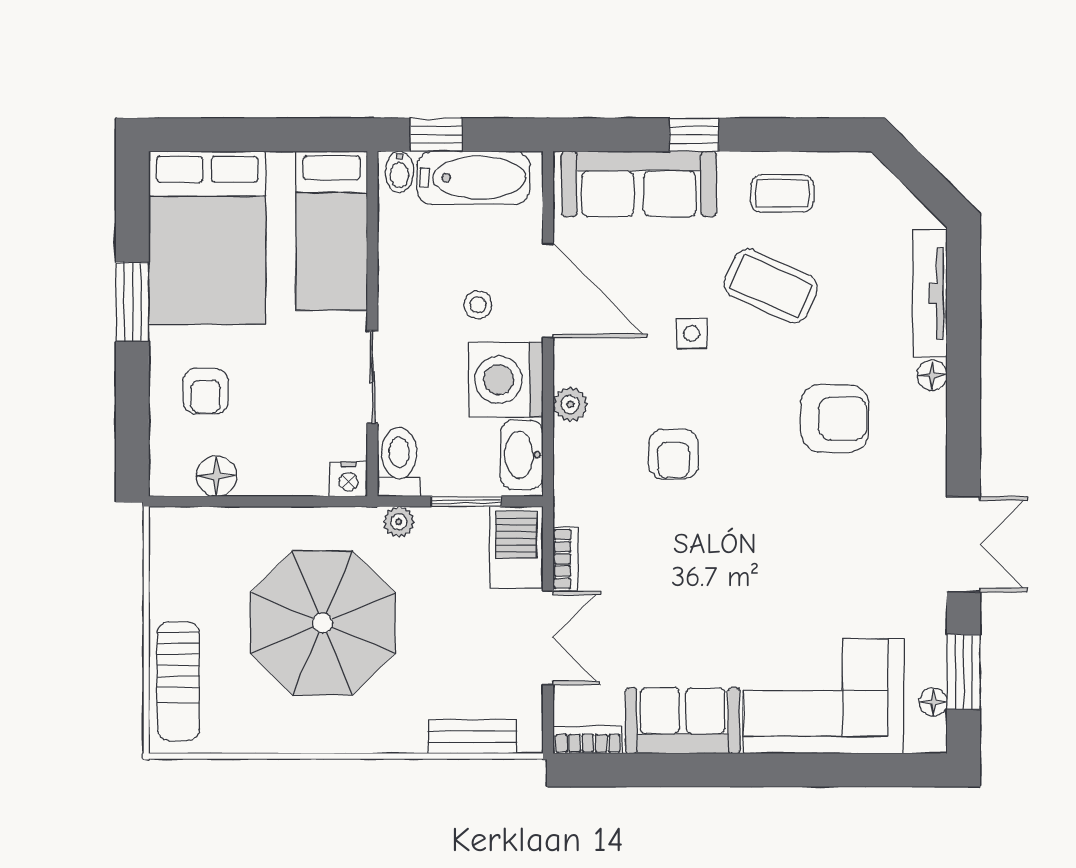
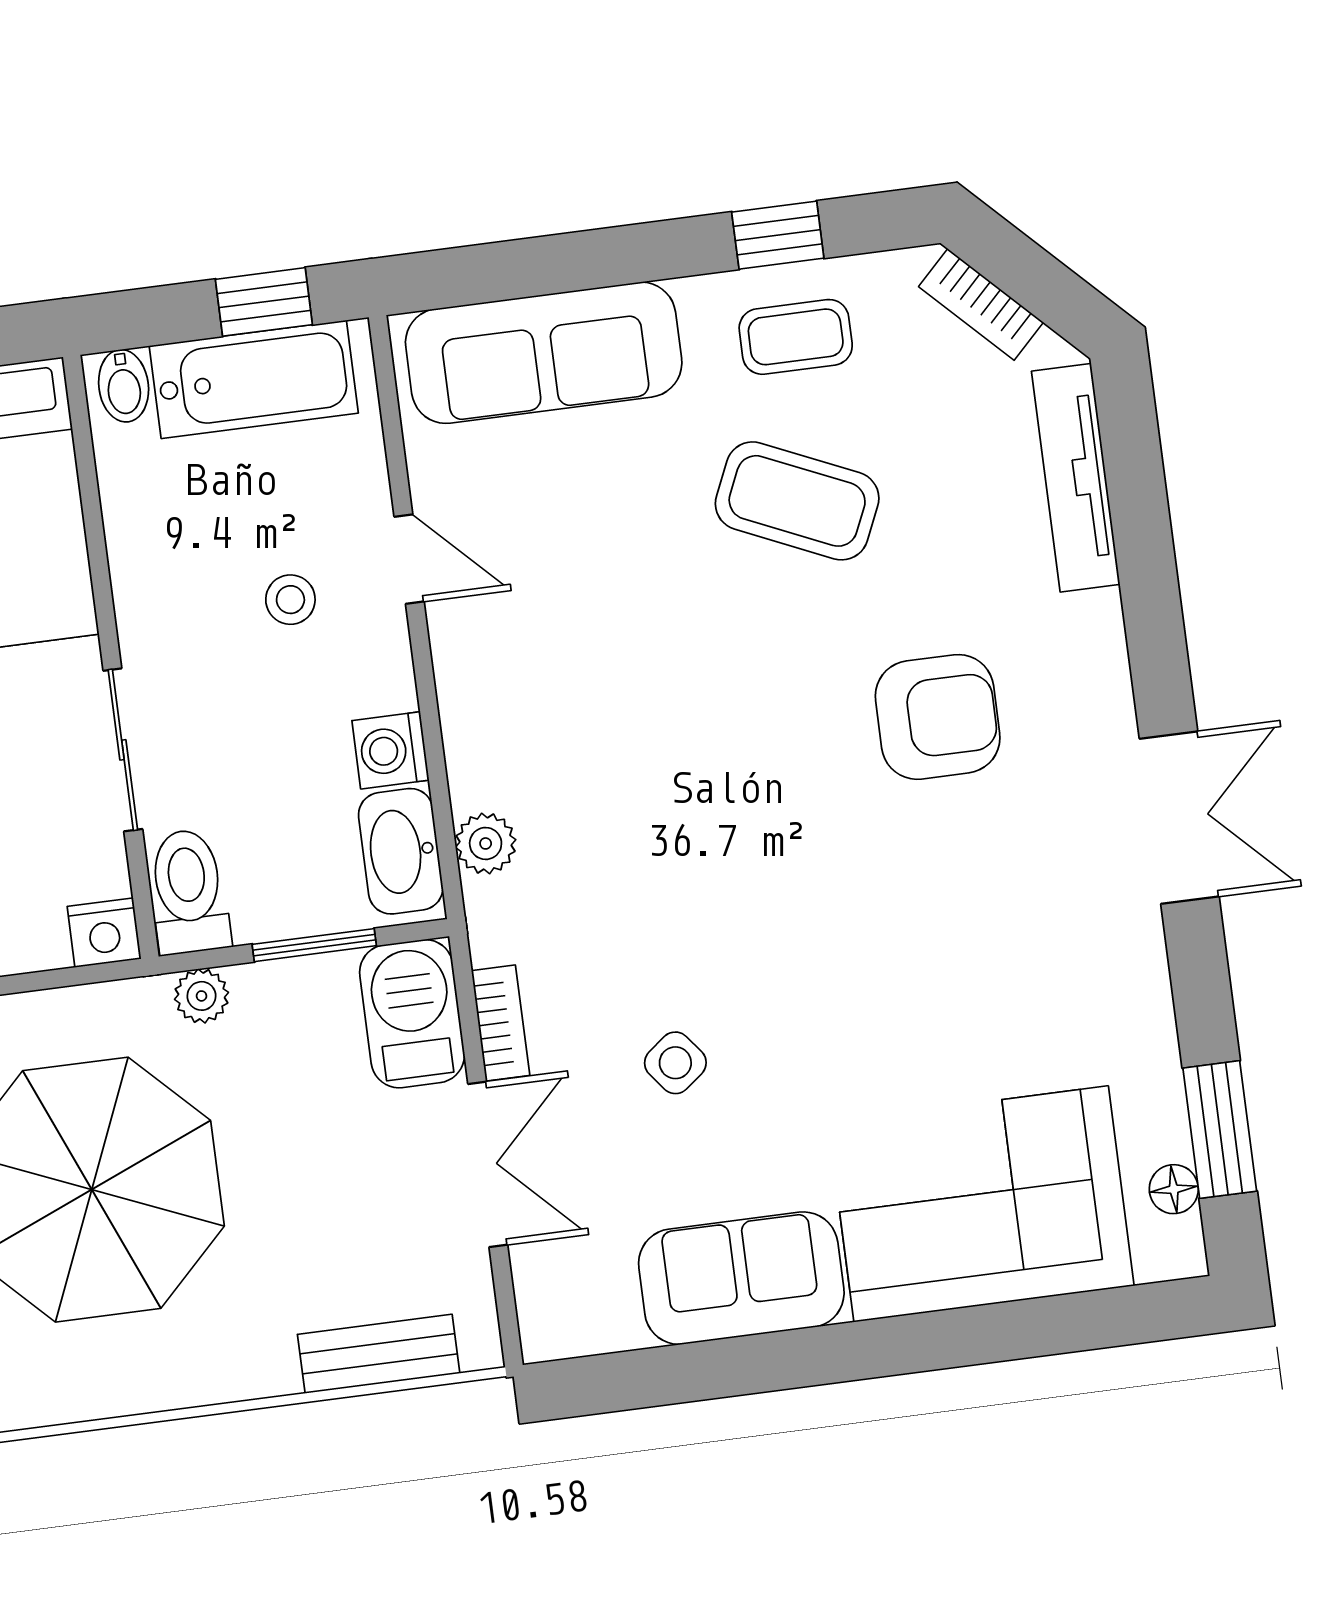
window: (436, 135) -> (264, 302), moved
window: (694, 135) -> (778, 235), moved
door: (548, 291) -> (409, 559), width x0.53
side table: (692, 334) -> (675, 1063), moved, turned -38
floor lamp: (932, 375) -> (1098, 620), removed
washing machine: (506, 380) -> (390, 750), width x0.53, depth x0.53
plant: (570, 404) -> (486, 843), moved
armchair: (674, 454) -> (665, 816), removed
double door: (963, 544) -> (1179, 818), moved
bookcase: (588, 740) -> (981, 304), moved, turned -135

